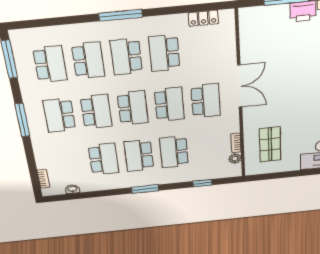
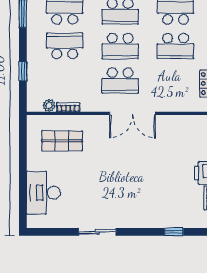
school desk: (164, 53) -> (176, 46), turned 180

